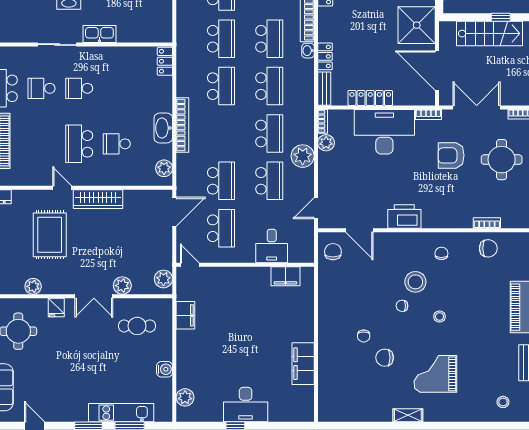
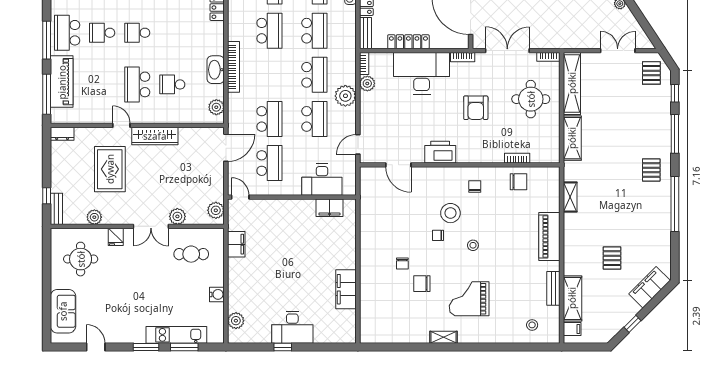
armchair: (451, 155) -> (476, 108), moved, turned -90
desk: (272, 246) -> (322, 180), width x1.37
chair: (333, 252) -> (374, 185), removed

